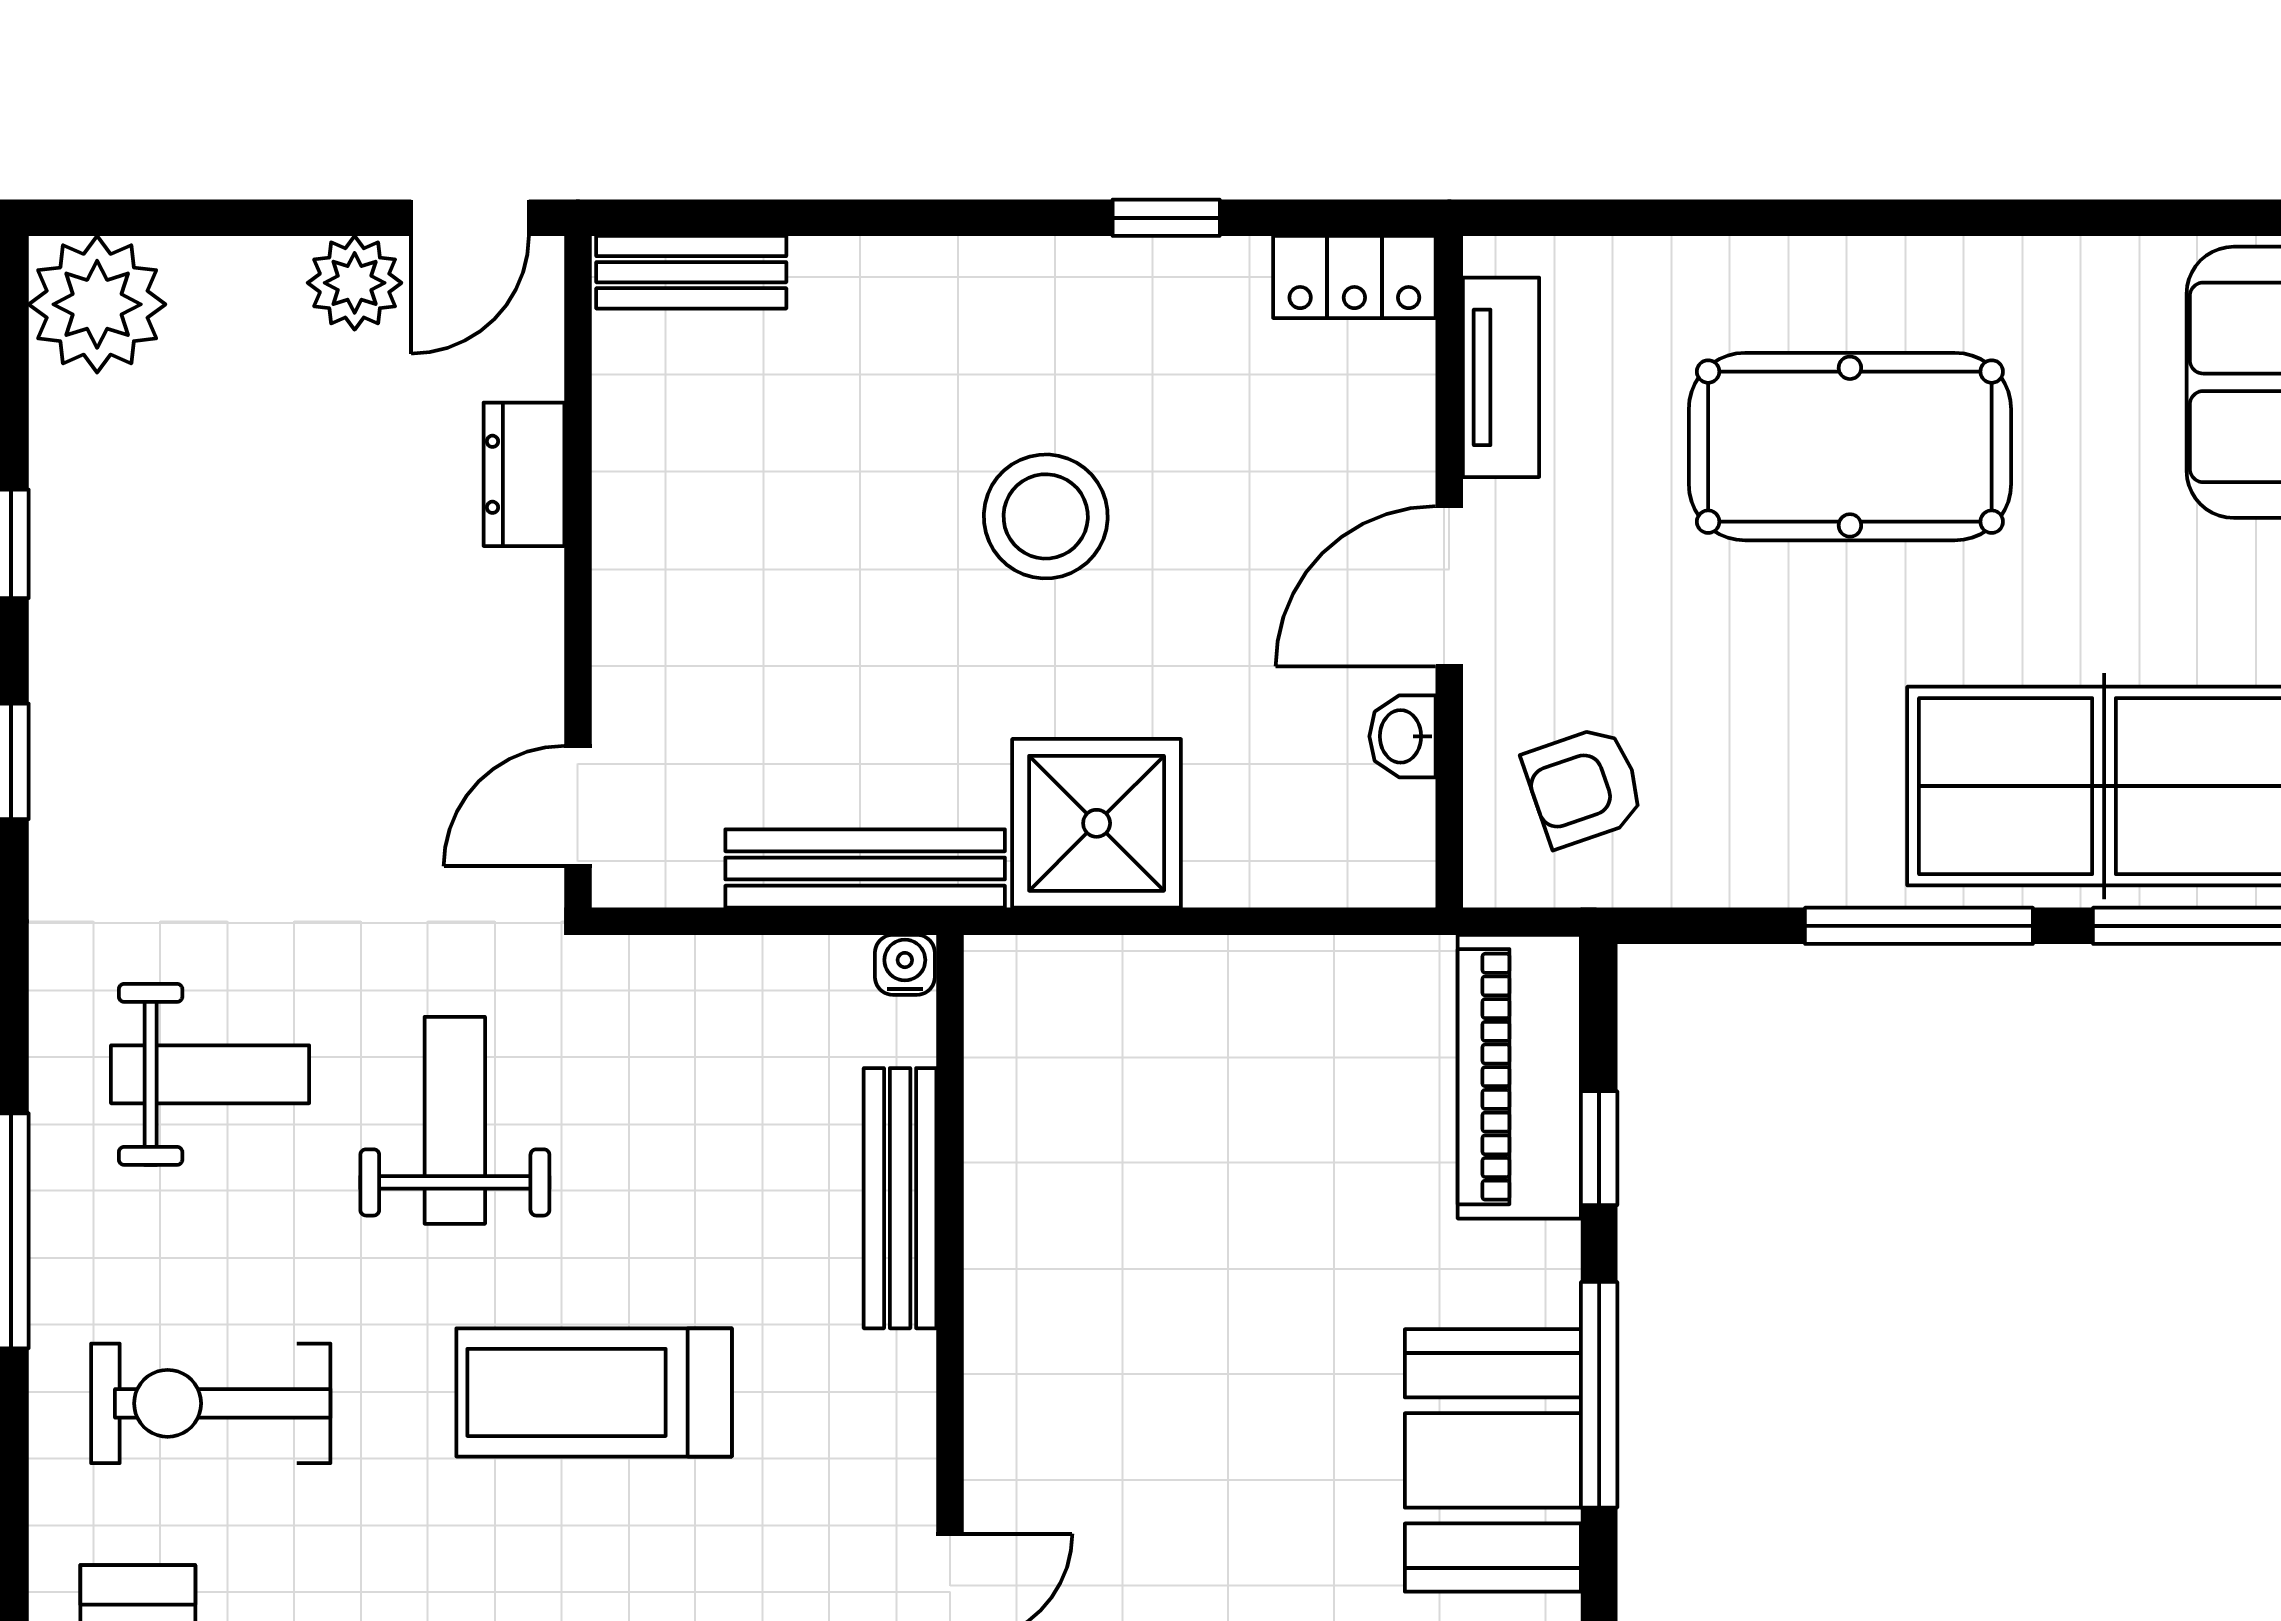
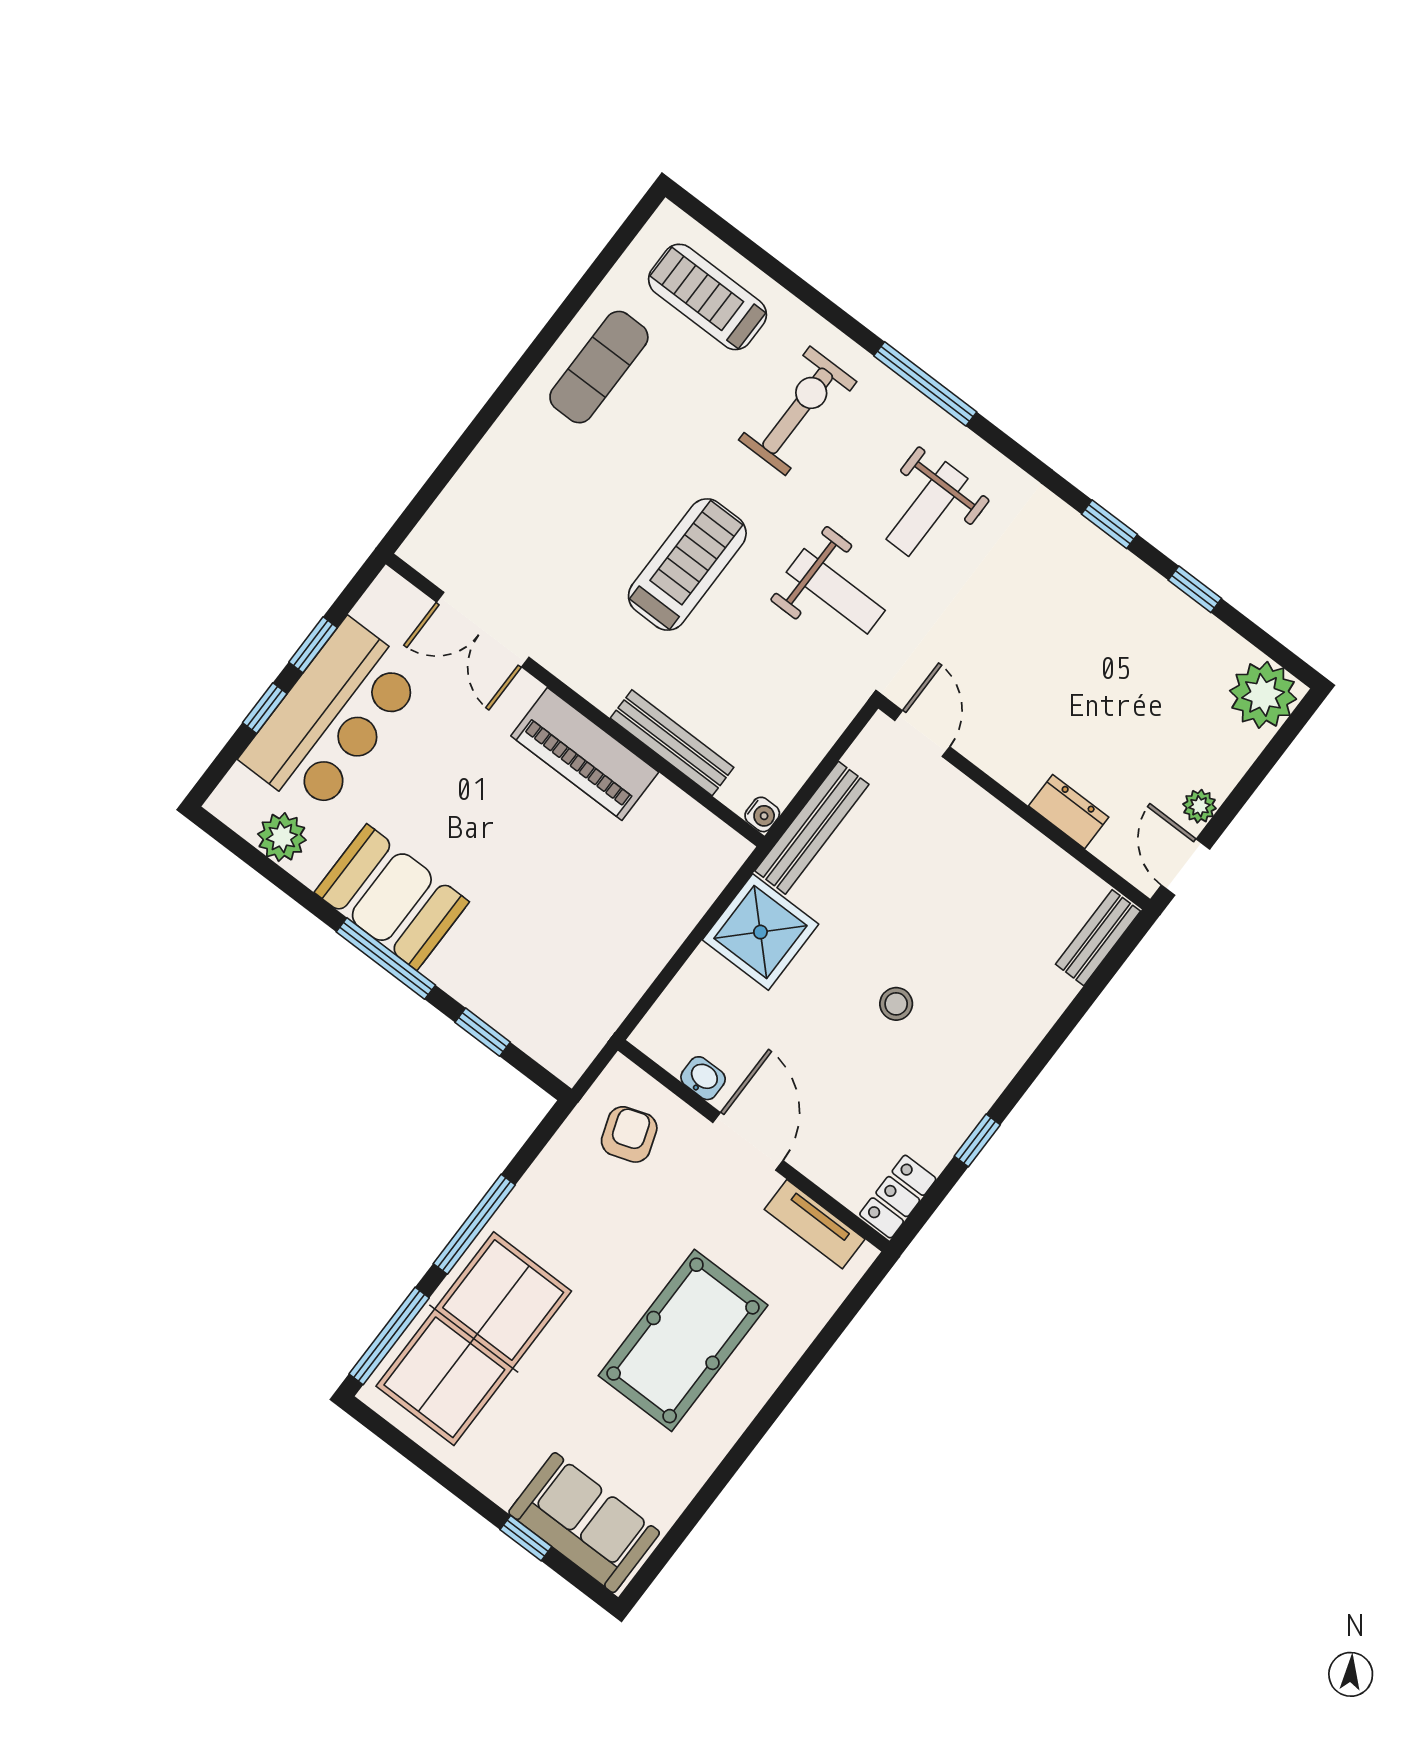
plant: (355, 283) -> (1199, 806), width x0.73, depth x0.73
stool: (1046, 516) -> (896, 1004), width x0.53, depth x0.53
piano: (1519, 1077) -> (585, 754), moved, turned 180

